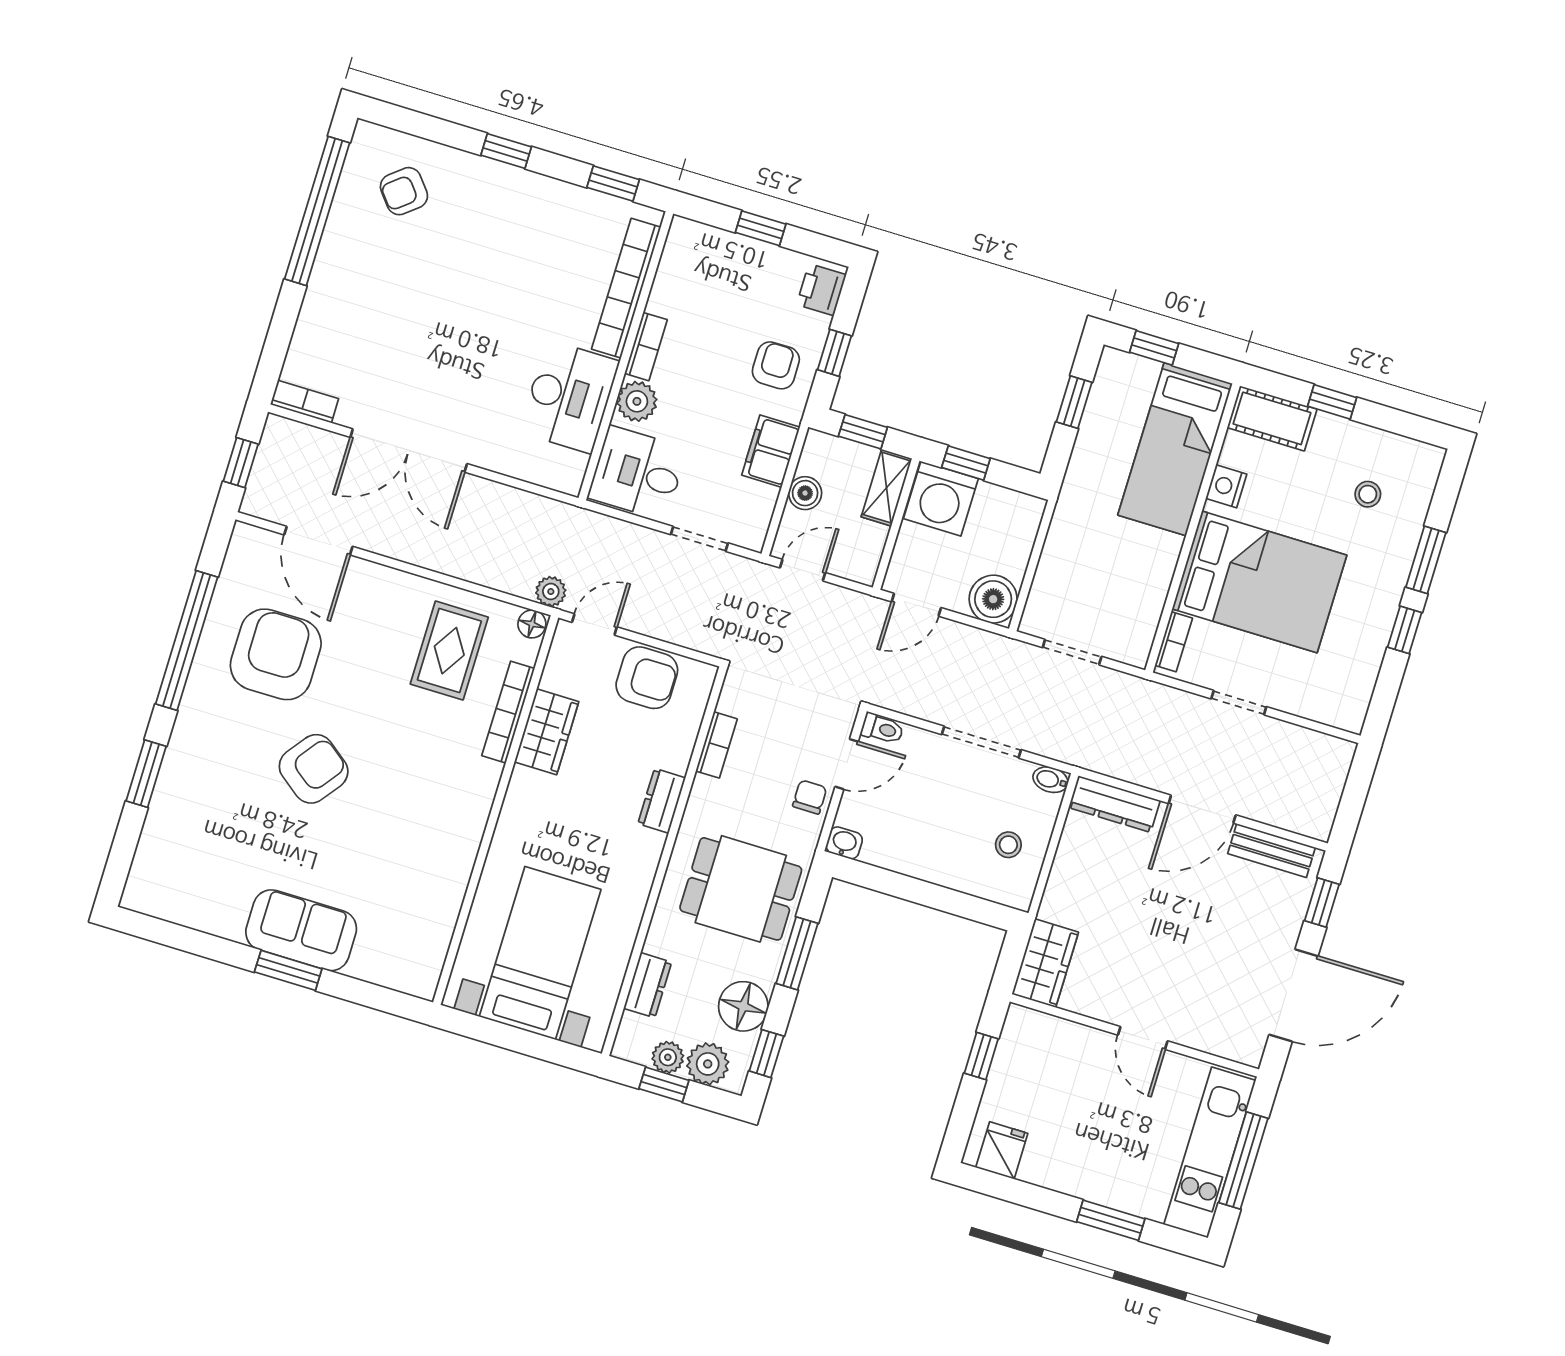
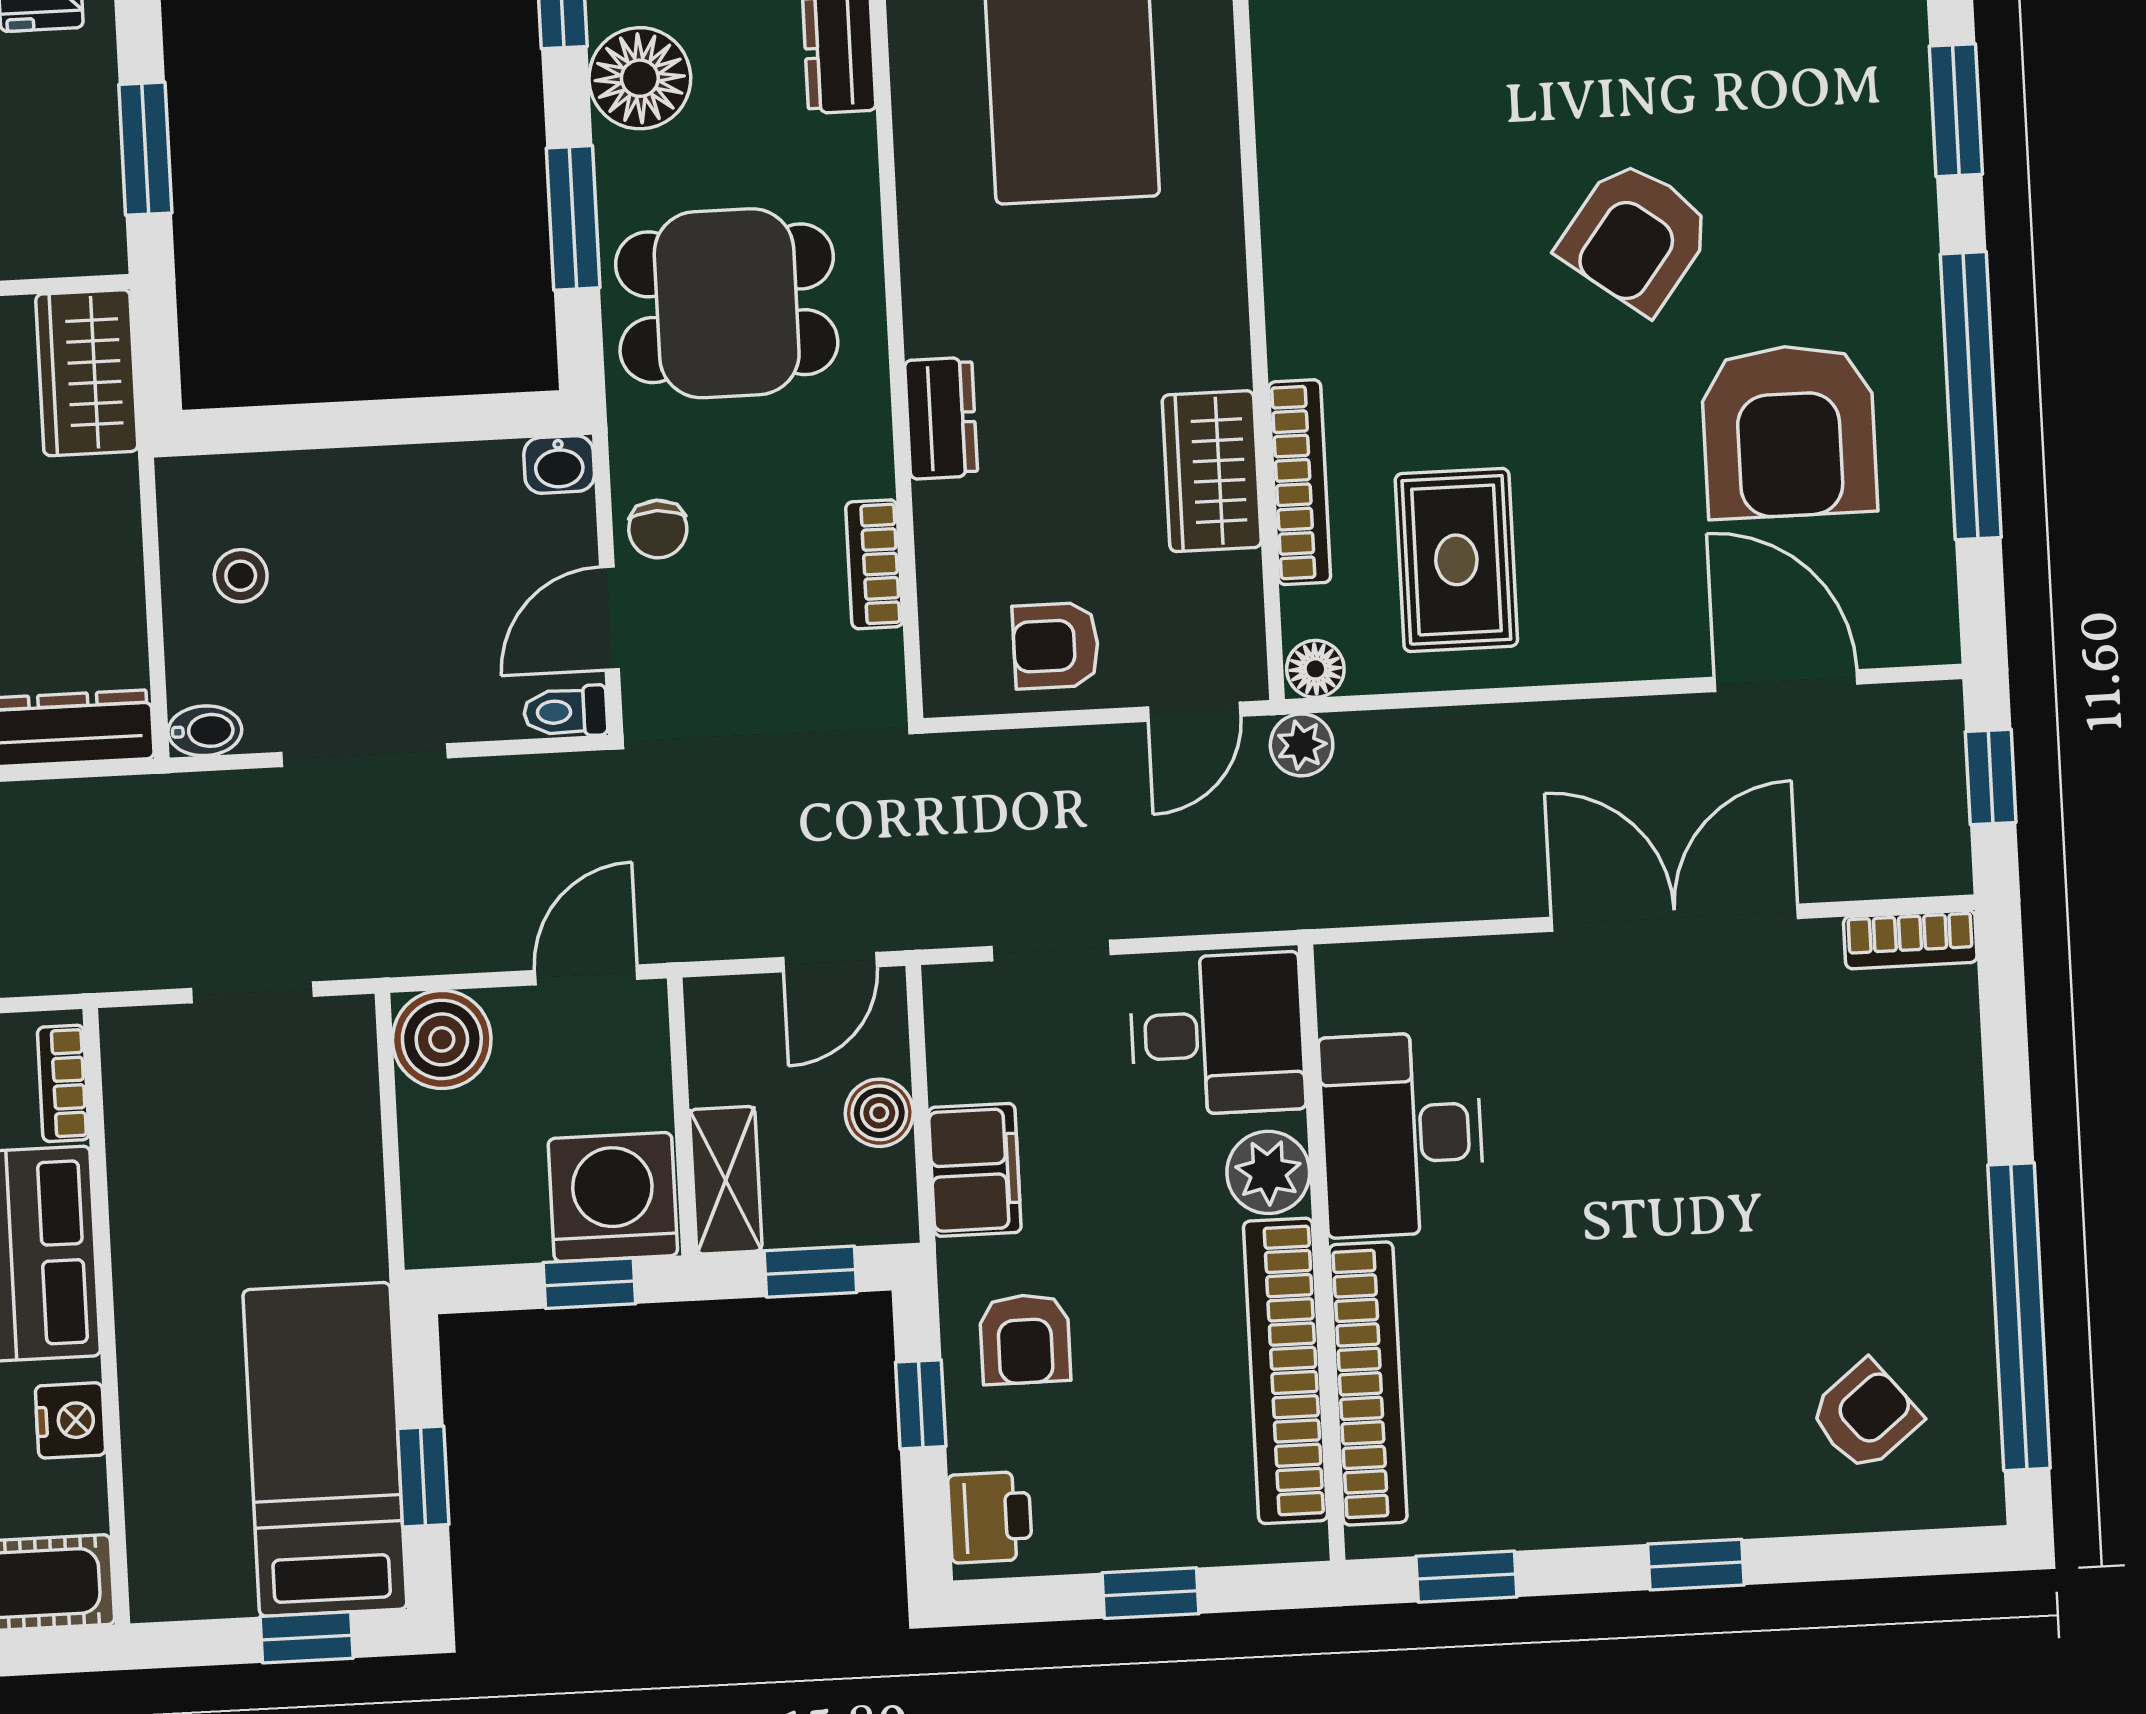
bookcase: (646, 347) -> (1286, 1371), width x2.31, depth x1.31
bed: (1175, 449) -> (325, 1449), moved
armchair: (647, 678) -> (1056, 646), width x0.72, depth x0.72
window: (981, 1056) -> (145, 149), width x1.50

